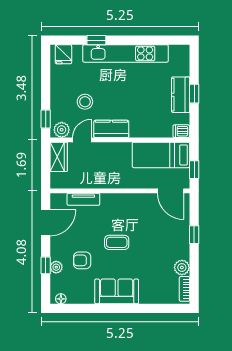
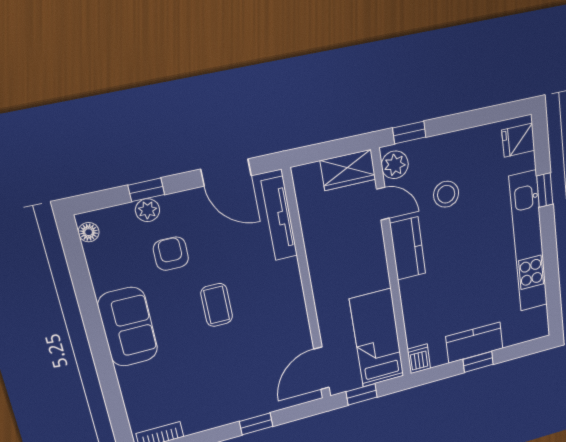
tv unit: (83, 199) -> (279, 219), width x1.41
plant: (182, 268) -> (196, 421), removed

